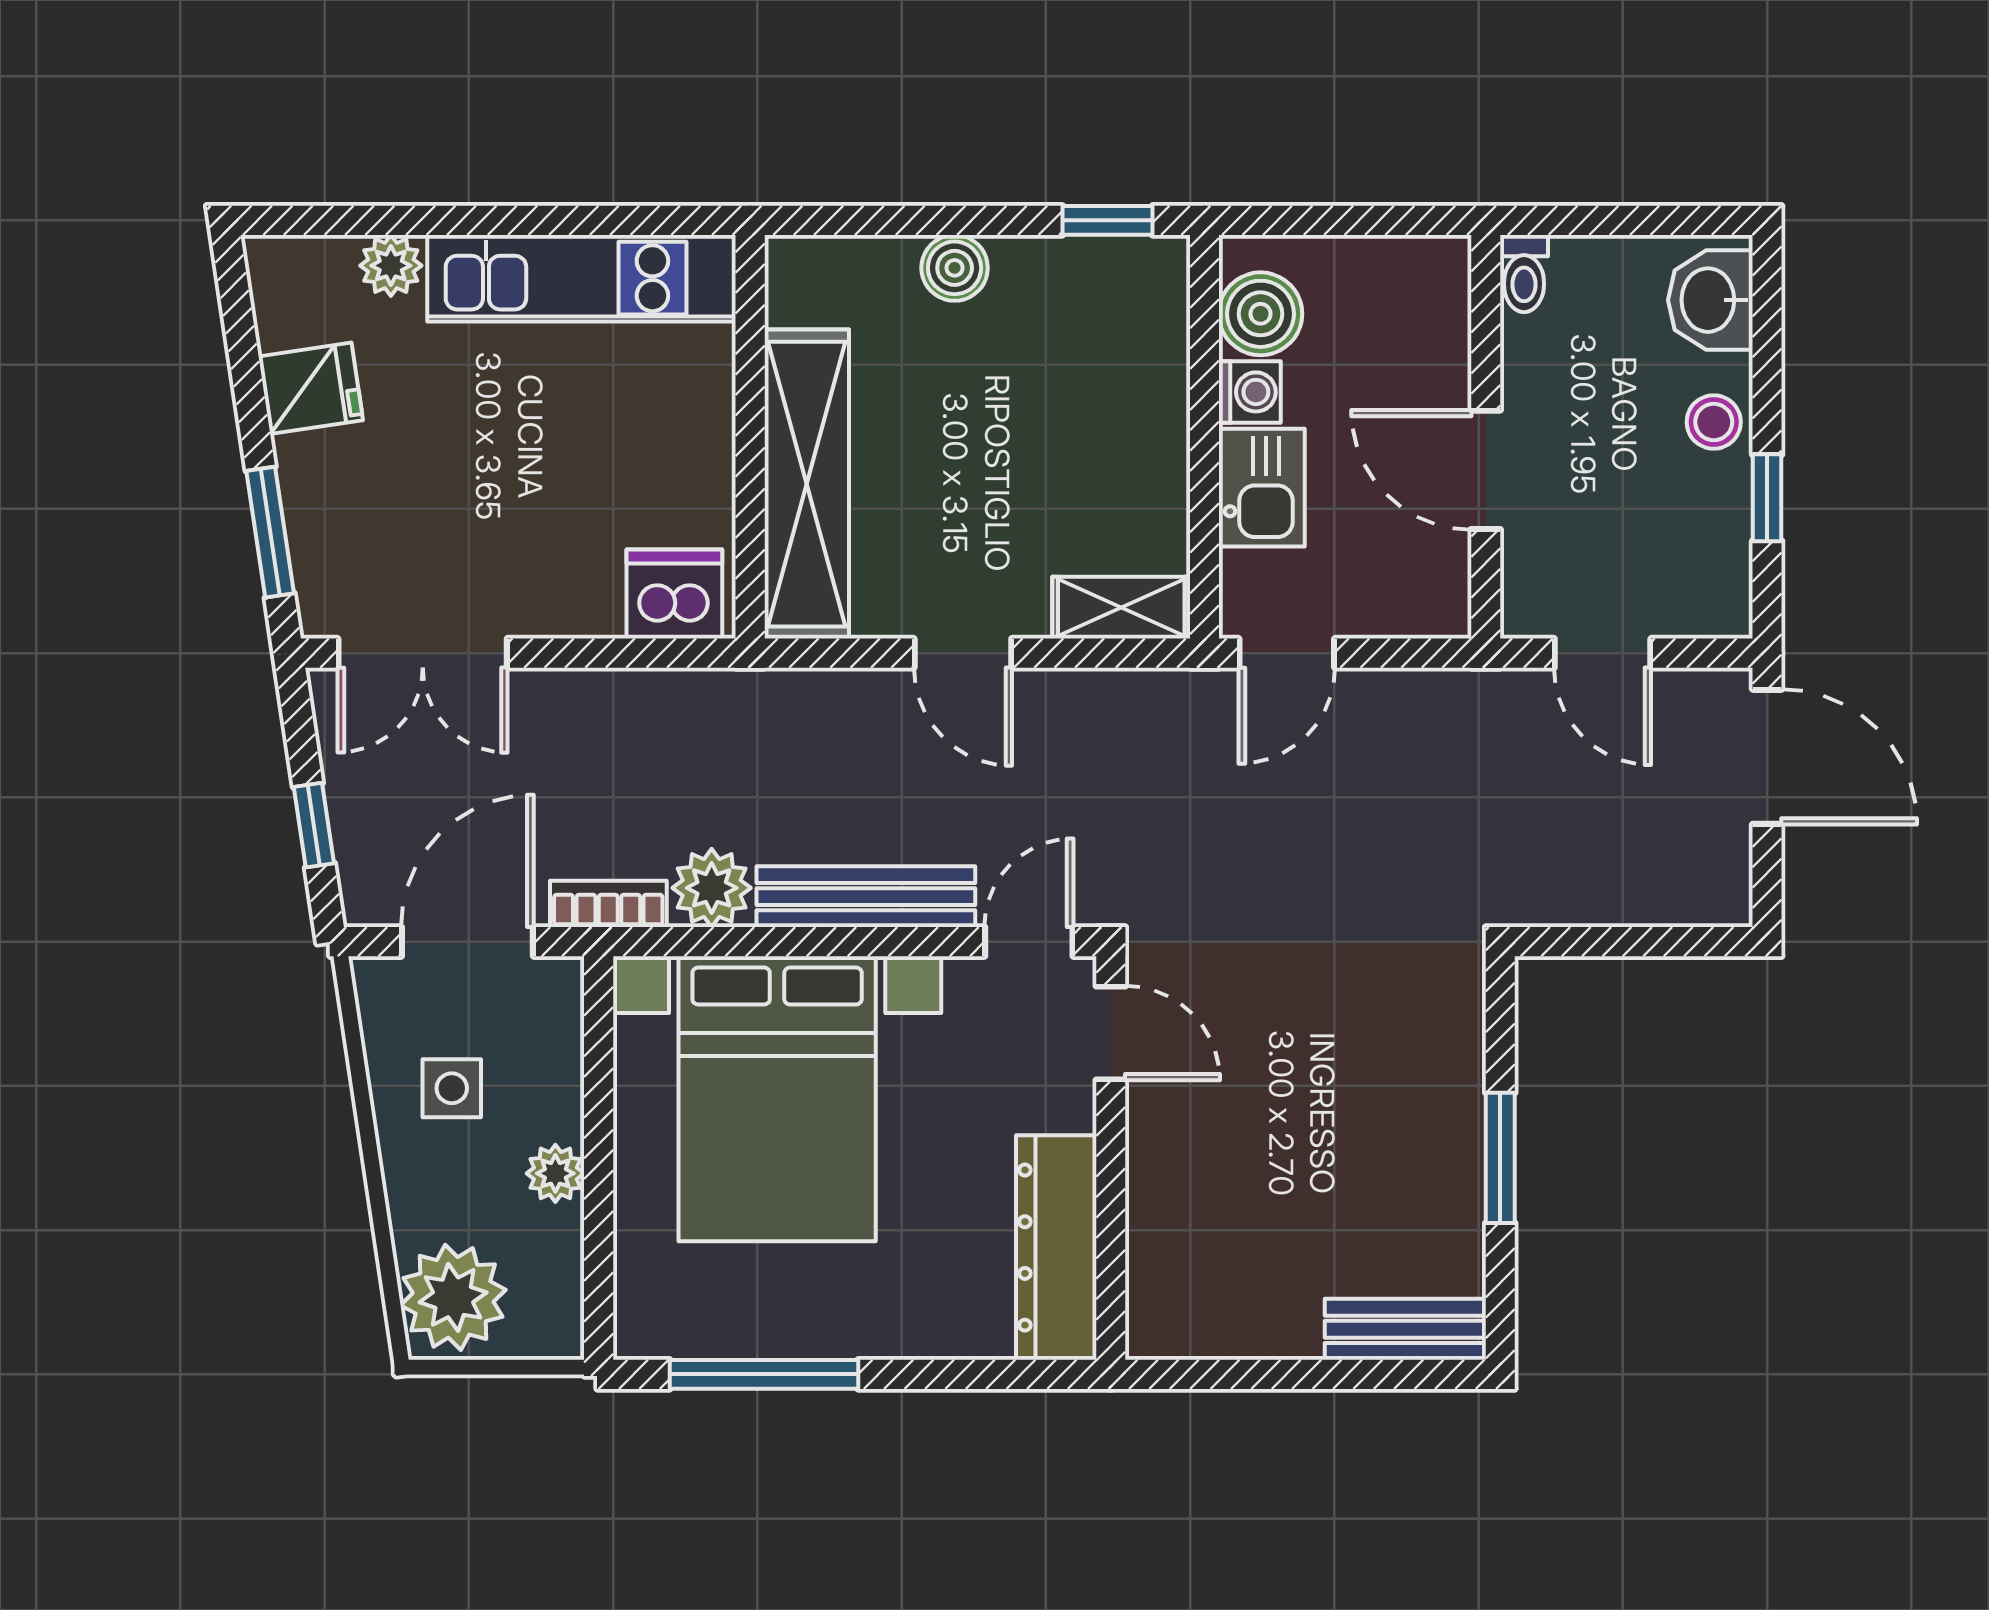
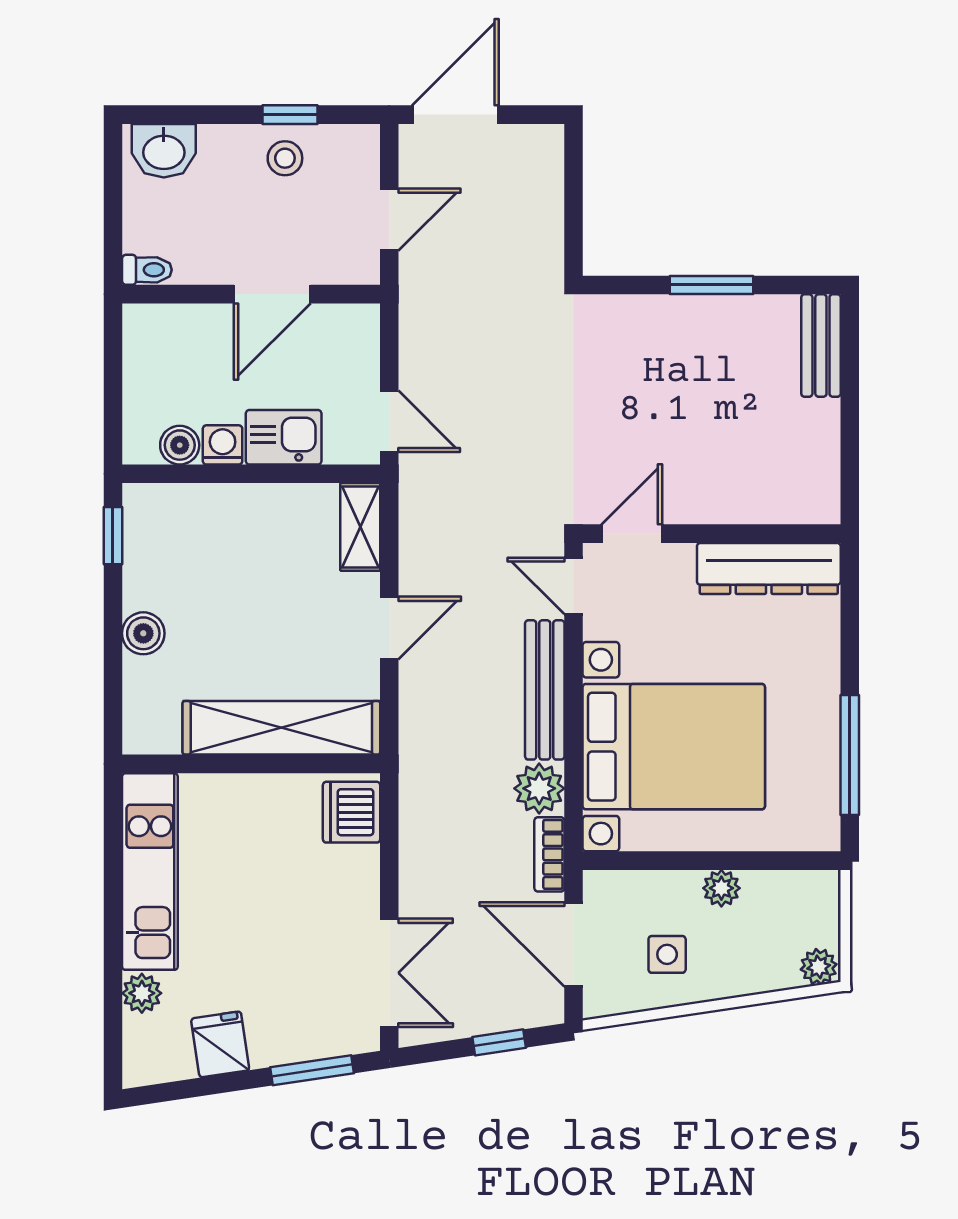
boiler: (1260, 314) -> (180, 445), width x0.73, depth x0.73
stool: (1714, 422) -> (285, 158), moved
plant: (453, 1297) -> (819, 967), width x0.53, depth x0.53

